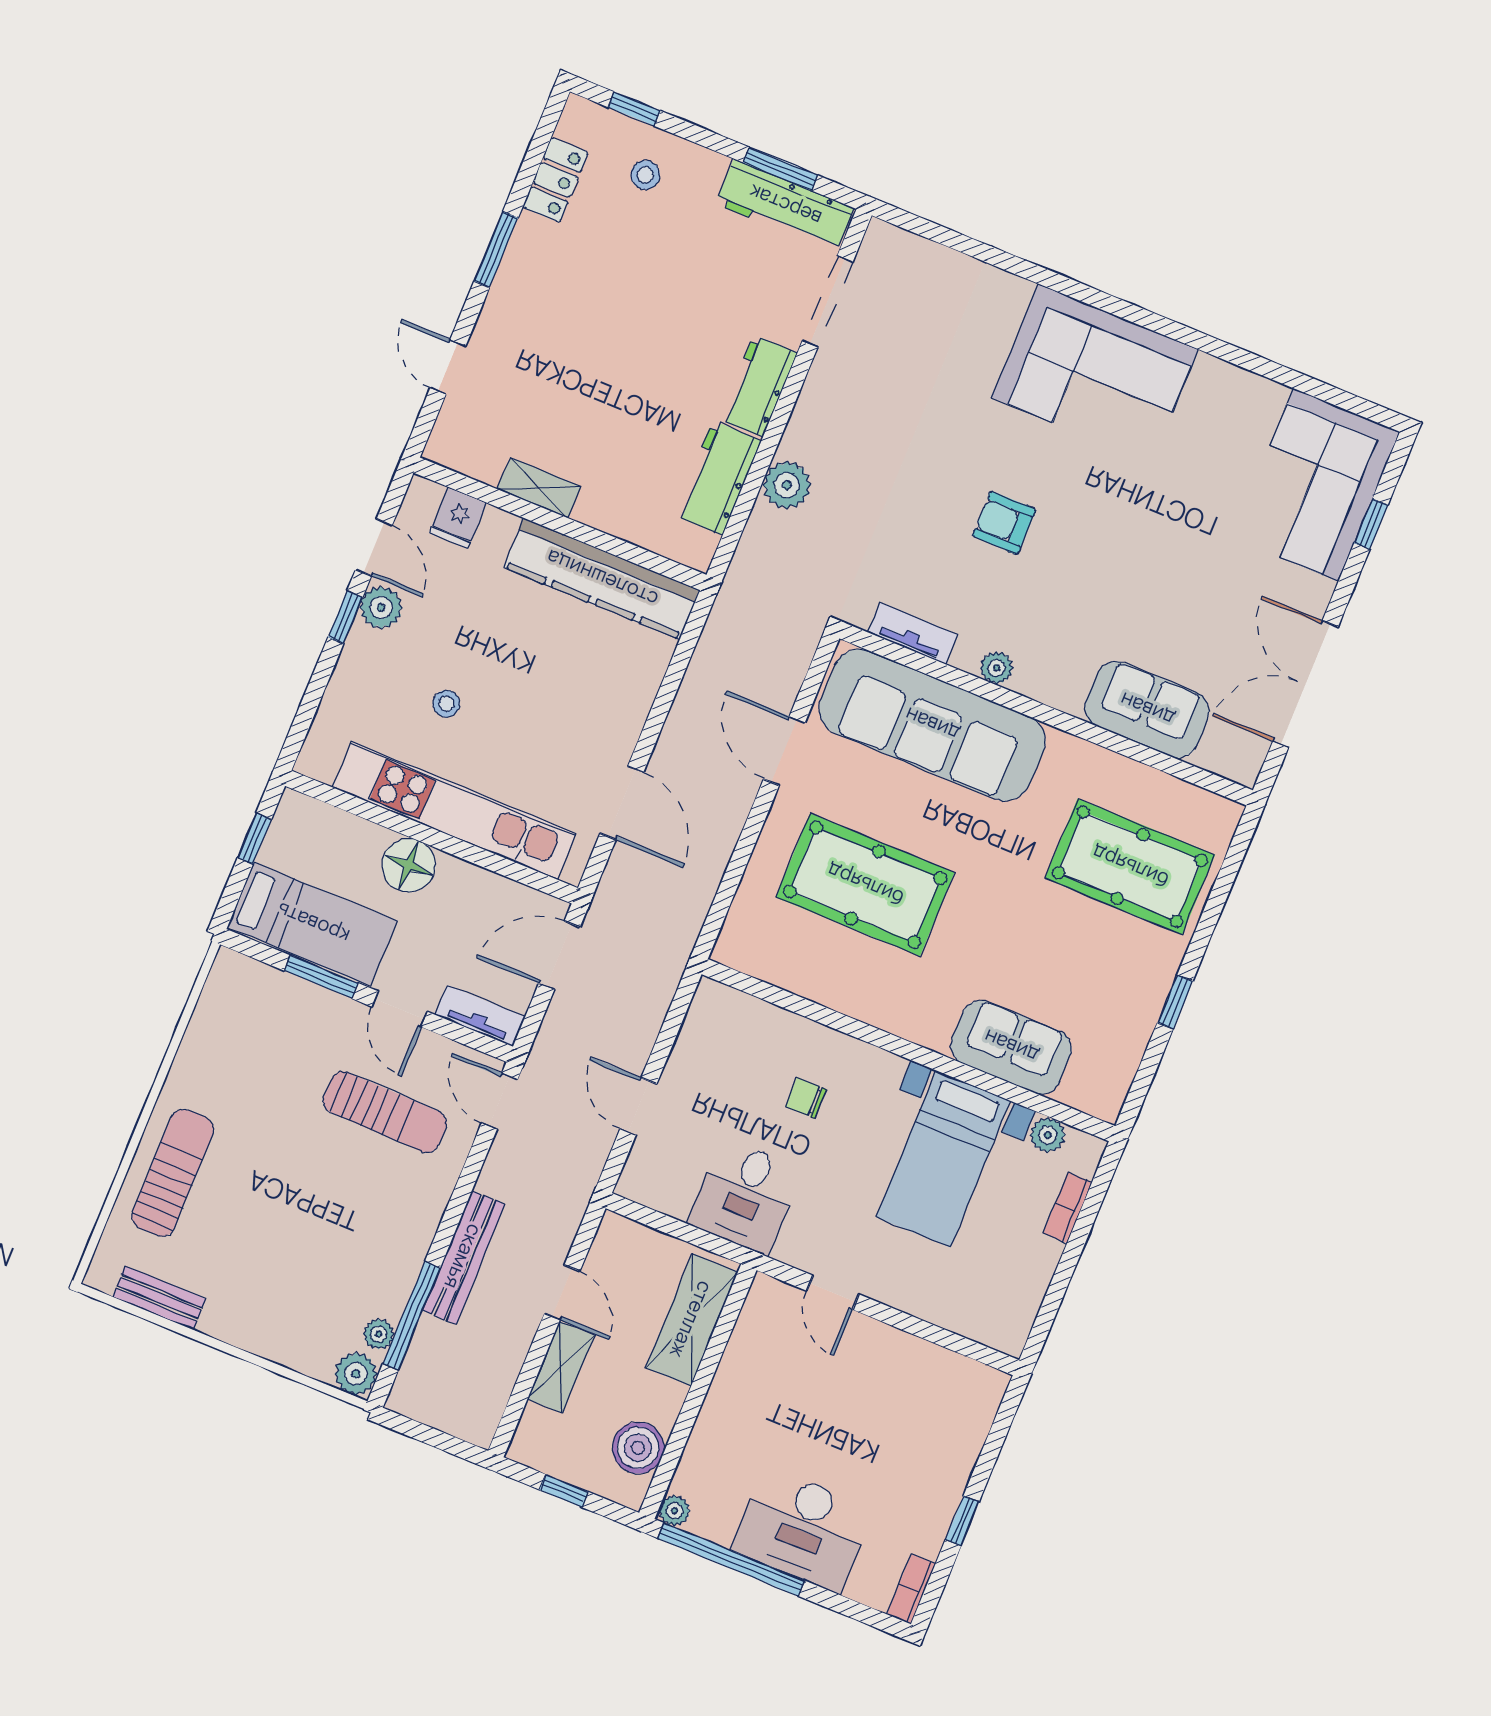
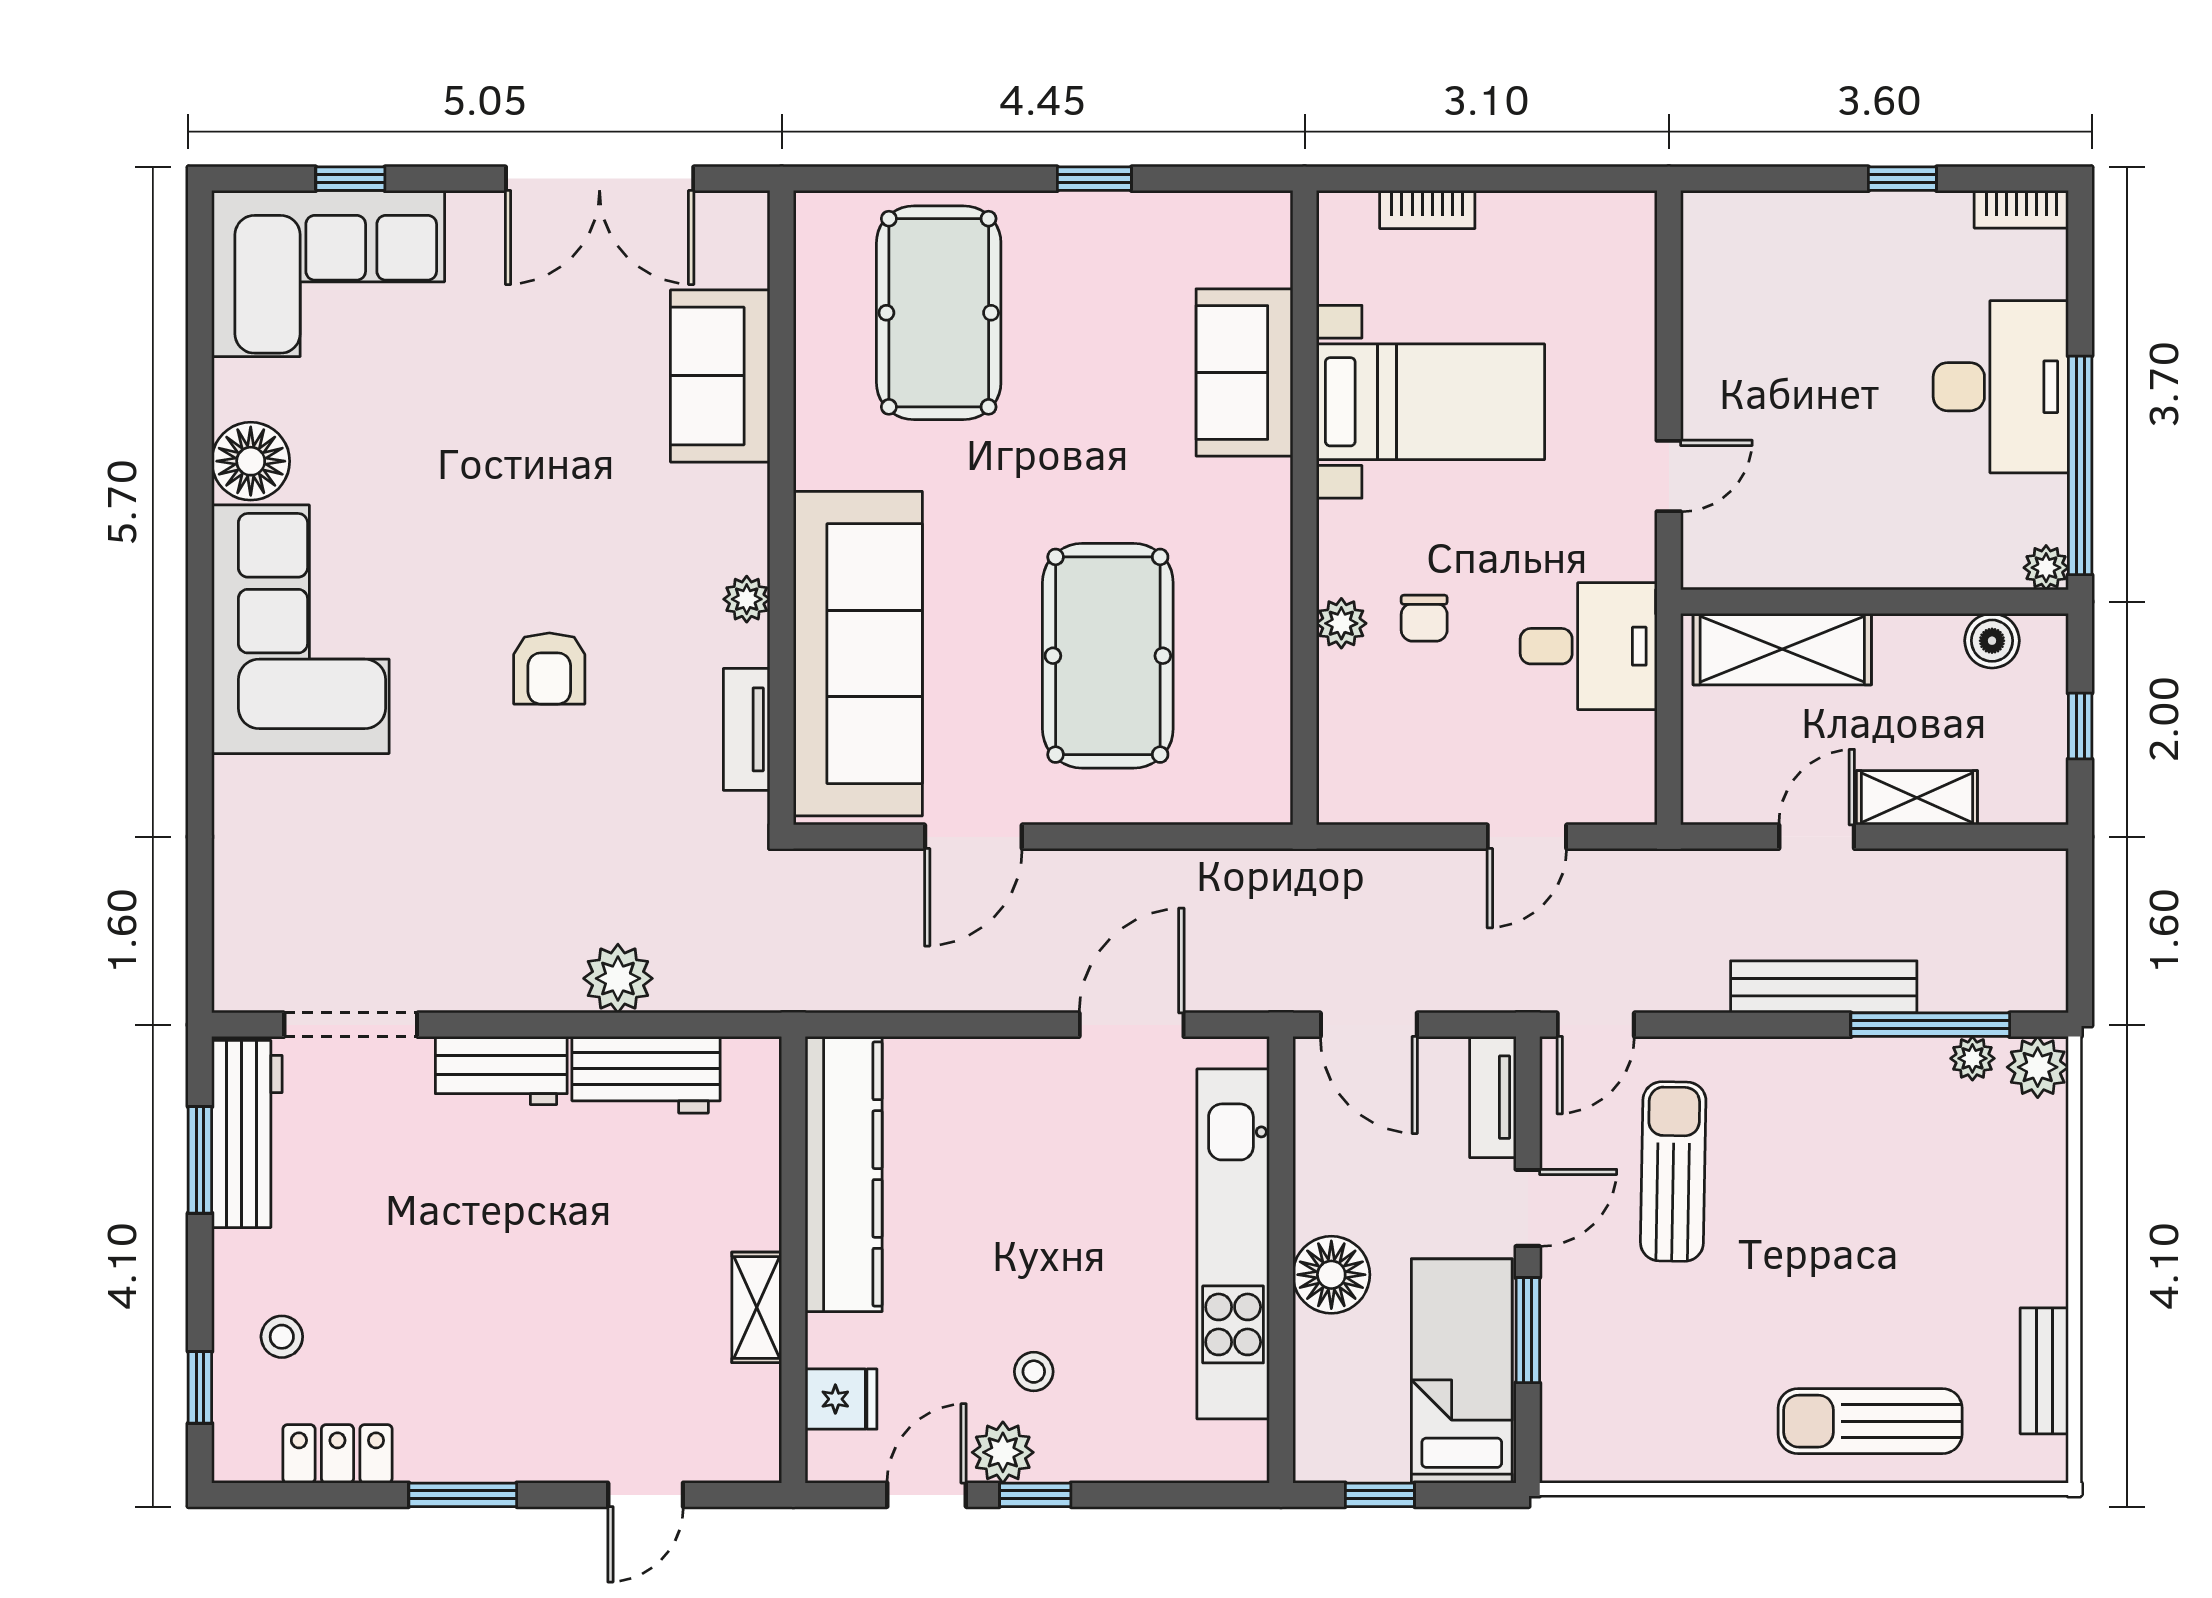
floor lamp: (1216, 386) -> (251, 461), added
stool: (446, 704) -> (1034, 1372), moved
plant: (1048, 1135) -> (1341, 623), moved
boiler: (638, 1448) -> (1992, 641), width x0.73, depth x0.73

